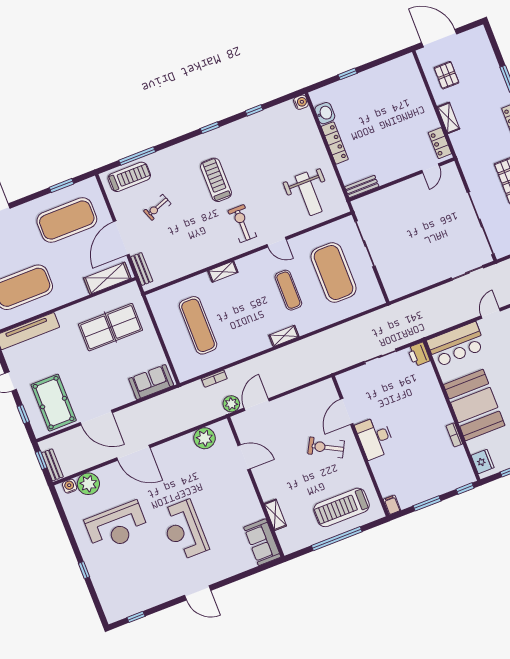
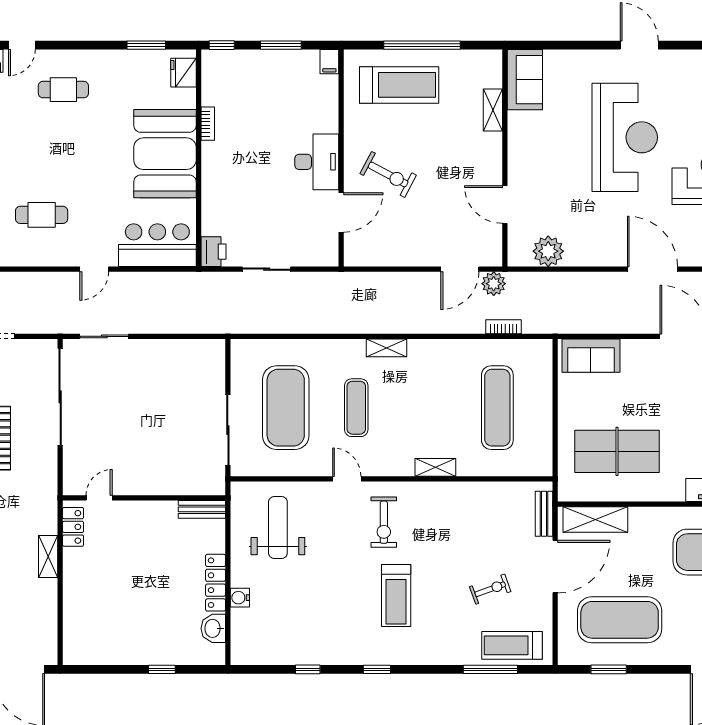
pallet: (447, 75) -> (28, 615), removed
water cooler: (301, 102) -> (240, 598), moved
reception desk: (184, 530) -> (625, 137), width x1.36, depth x1.30

